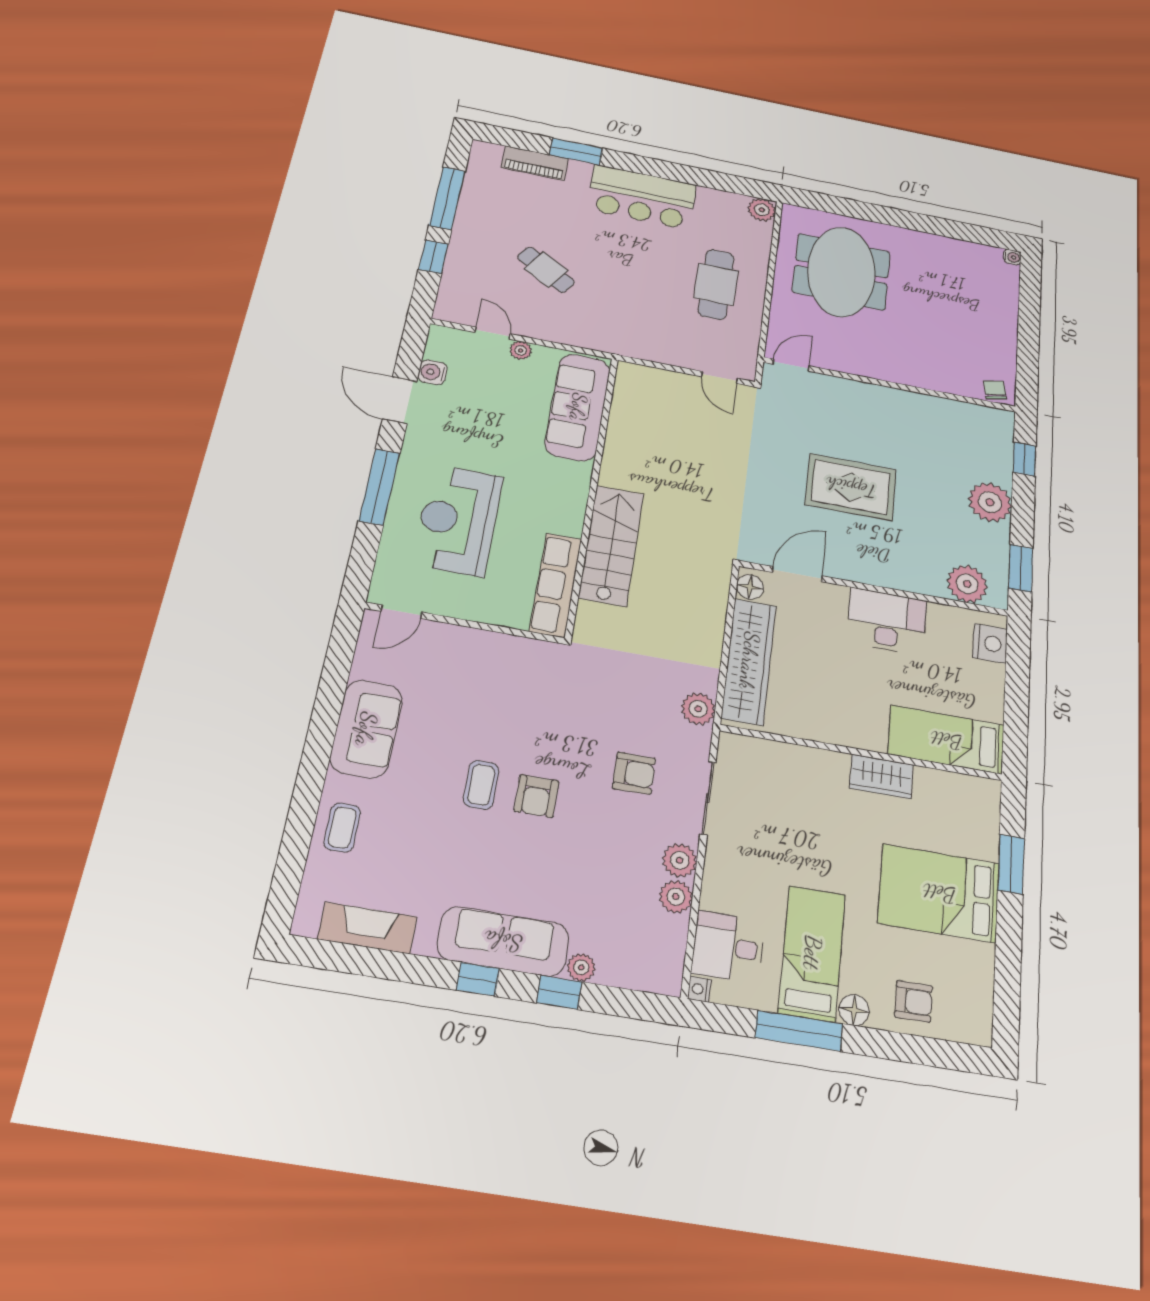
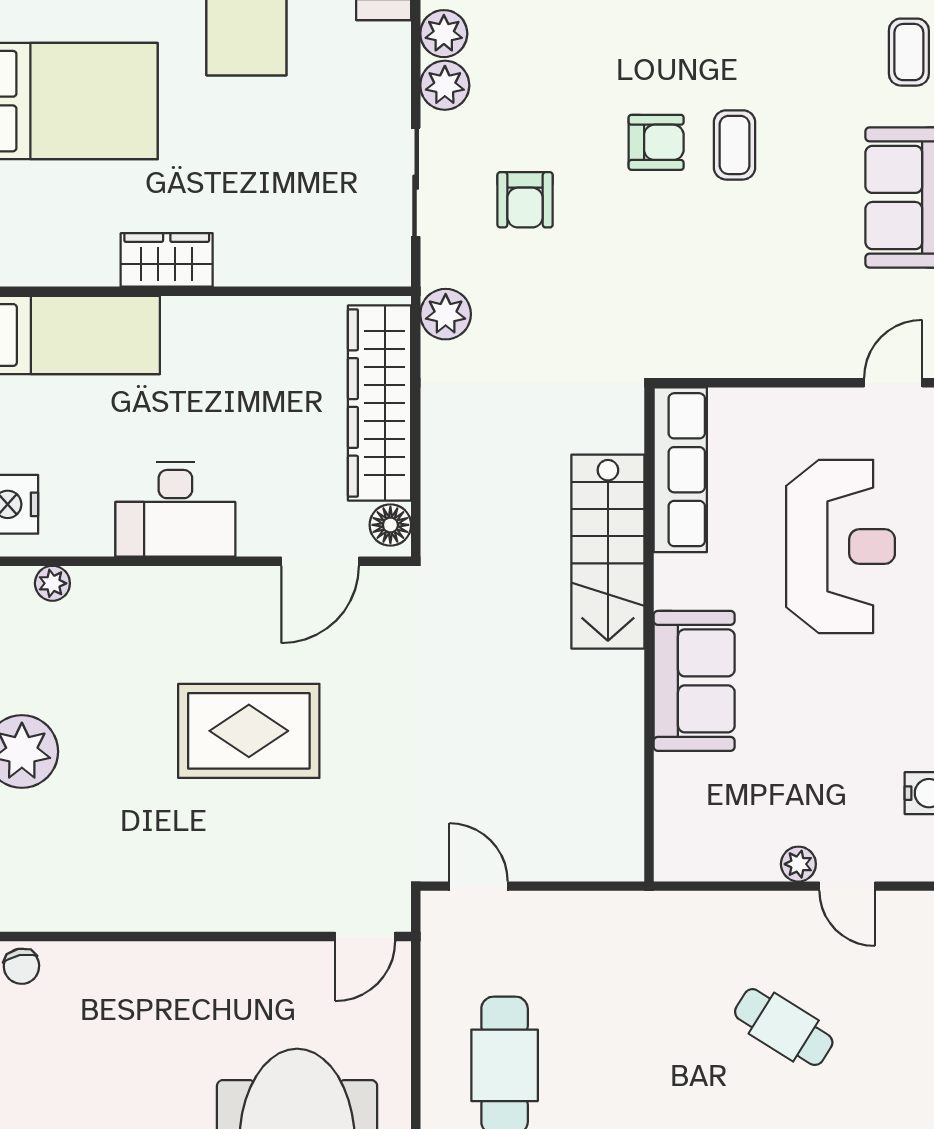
sofa: (578, 407) -> (694, 681), moved, width x0.73
plant: (967, 584) -> (52, 583), width x0.53, depth x0.53
armchair: (634, 773) -> (525, 200), turned -90
armchair: (536, 796) -> (656, 142), turned 90

